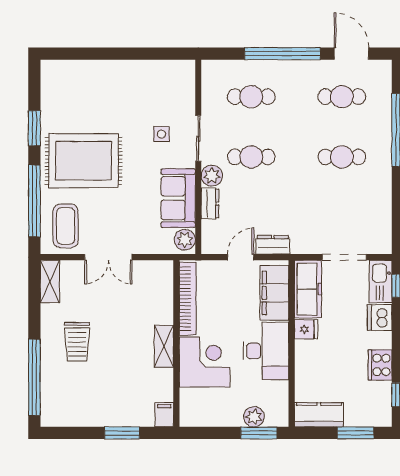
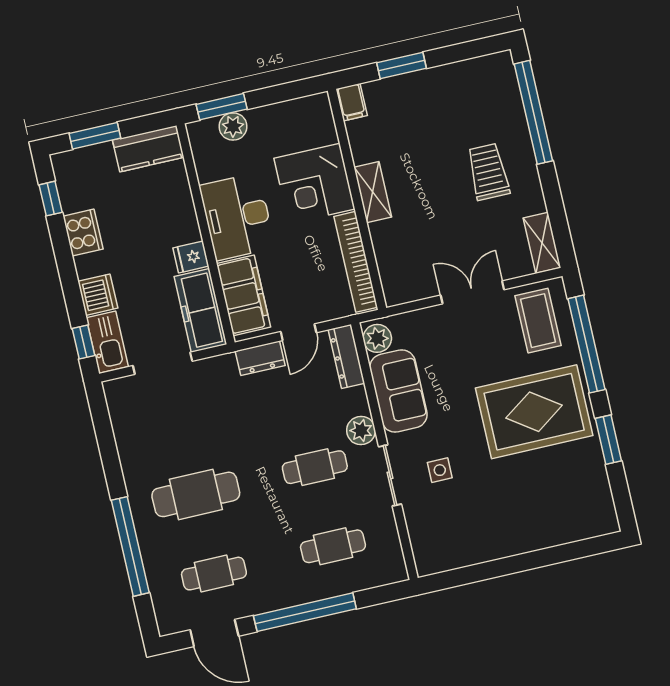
cafe table: (342, 157) -> (196, 494), width x1.37, depth x1.35
dresser: (210, 204) -> (346, 356), moved, width x1.44

